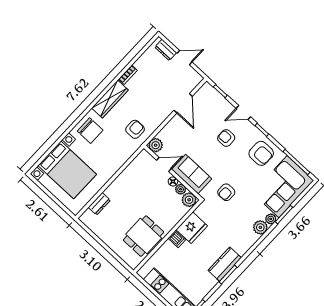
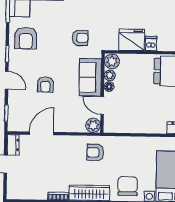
dresser: (166, 50) -> (13, 145), moved
armchair: (226, 138) -> (45, 85), moved
armchair: (261, 153) -> (26, 38), turned 180

